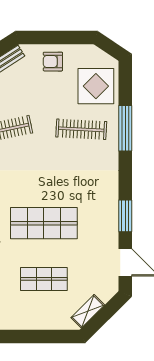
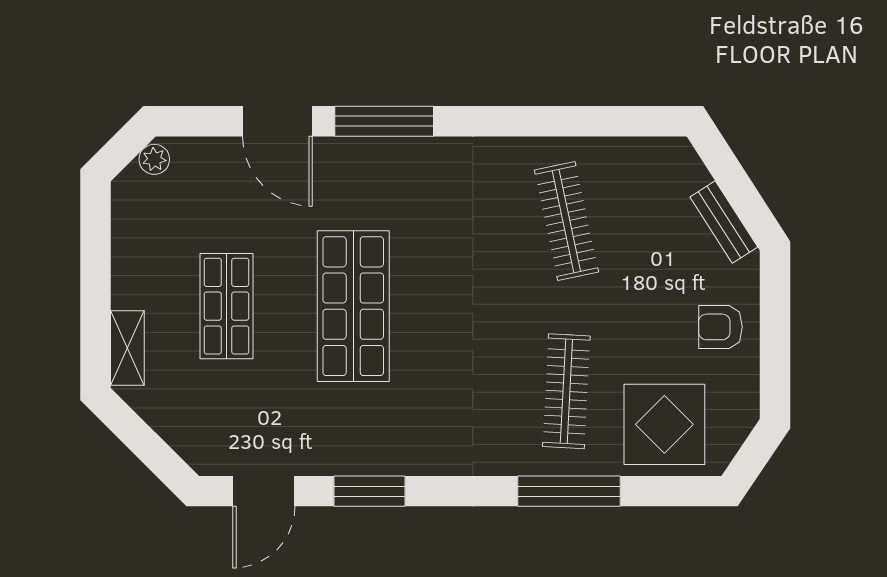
armchair: (53, 62) -> (720, 327), turned -90
shelving: (88, 311) -> (127, 348), moved, turned 45

